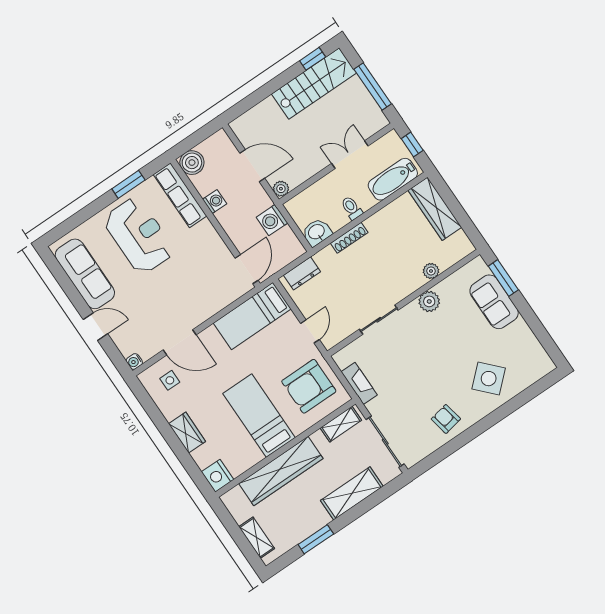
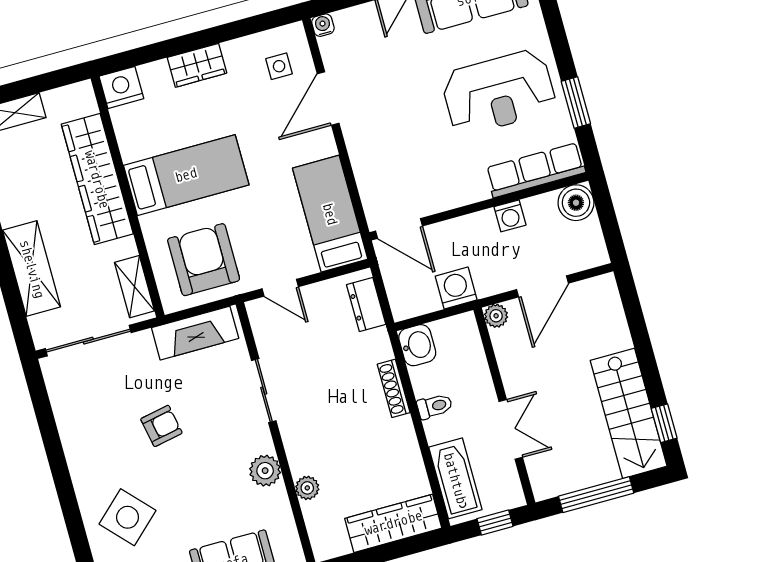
fireplace: (359, 383) -> (195, 333), width x1.37, depth x1.32
armchair: (446, 419) -> (161, 426), moved

